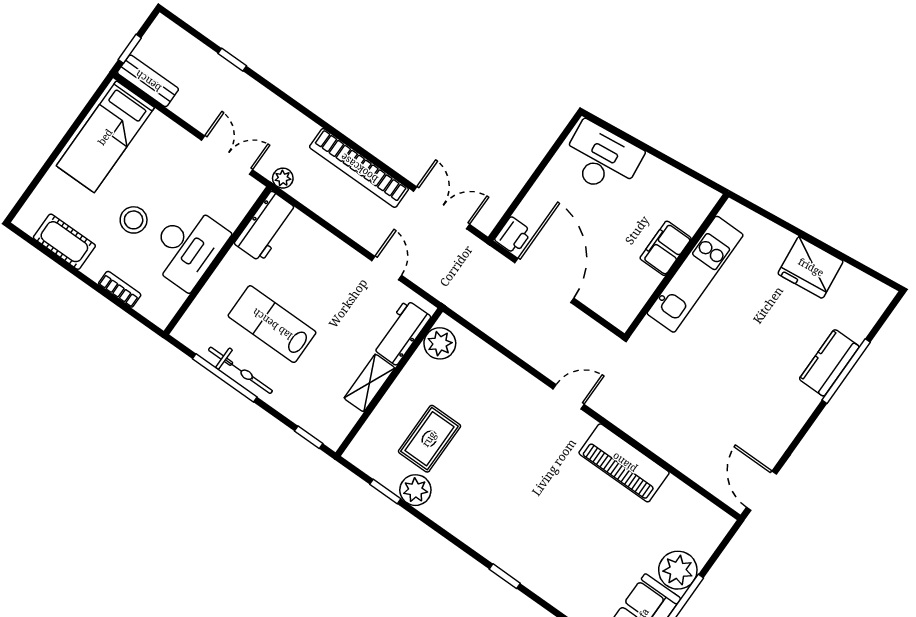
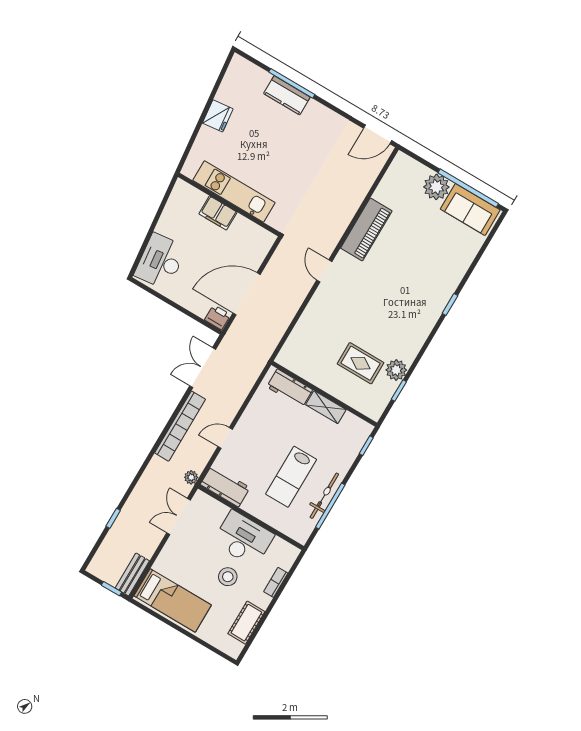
fridge: (811, 267) -> (218, 116), width x0.73, depth x0.75
door: (387, 268) -> (225, 438), moved
plant: (440, 343) -> (295, 361), removed

